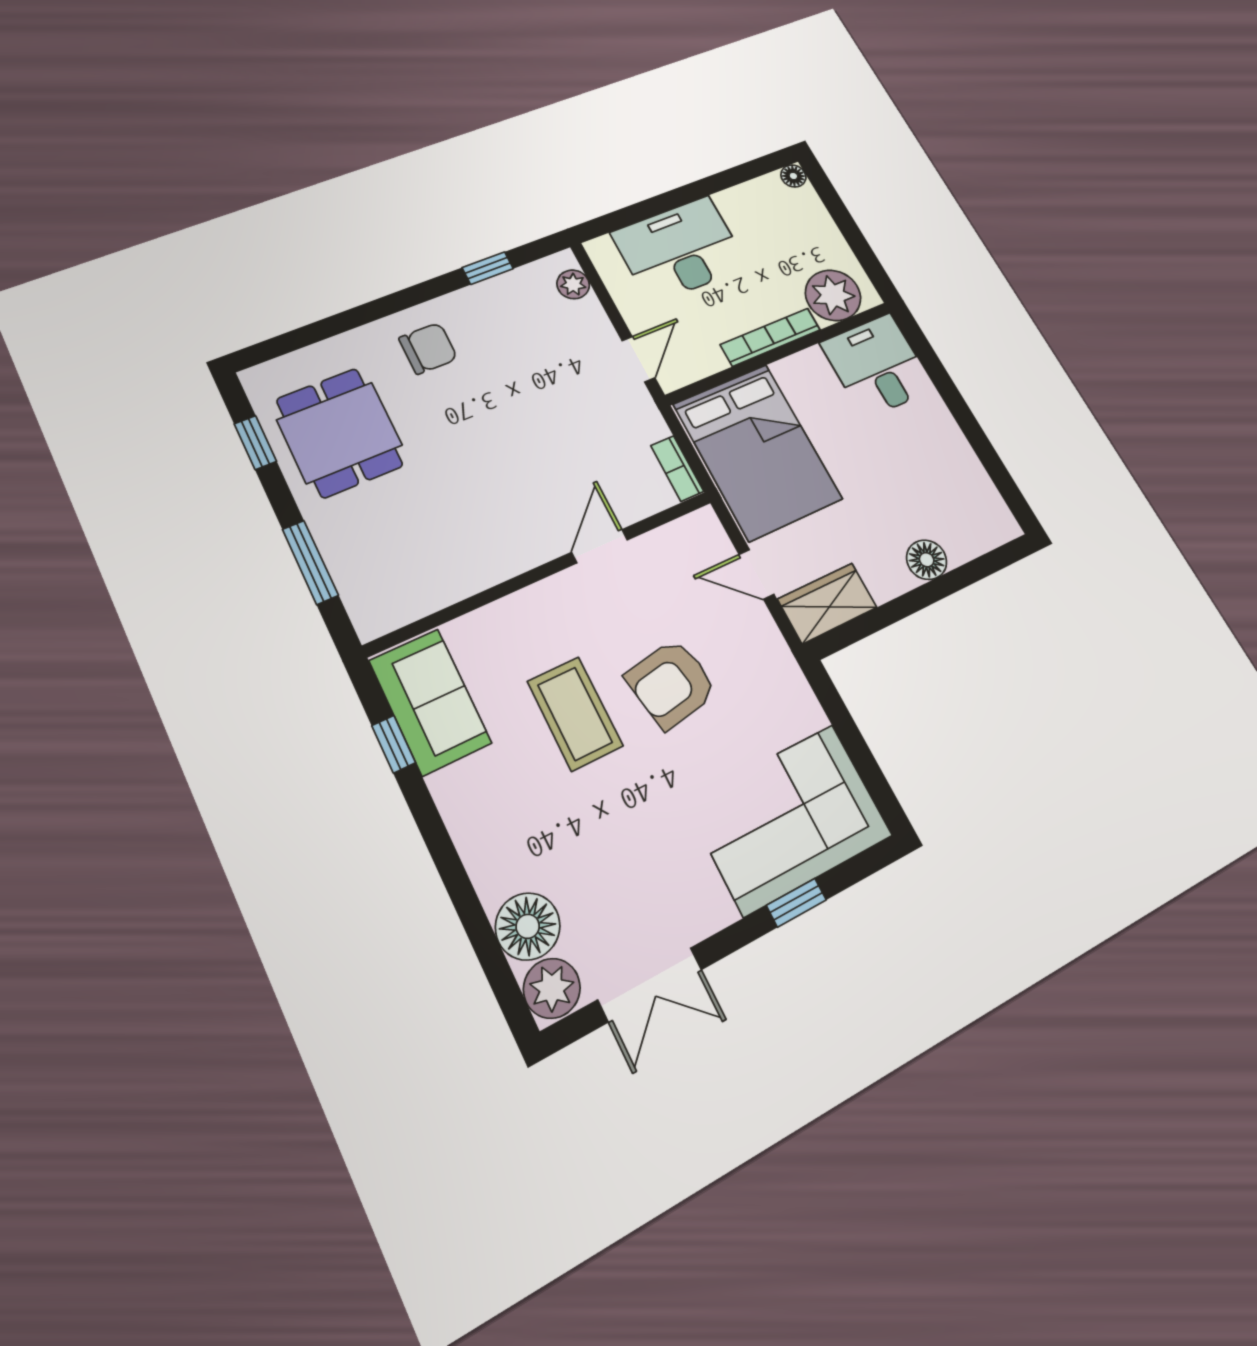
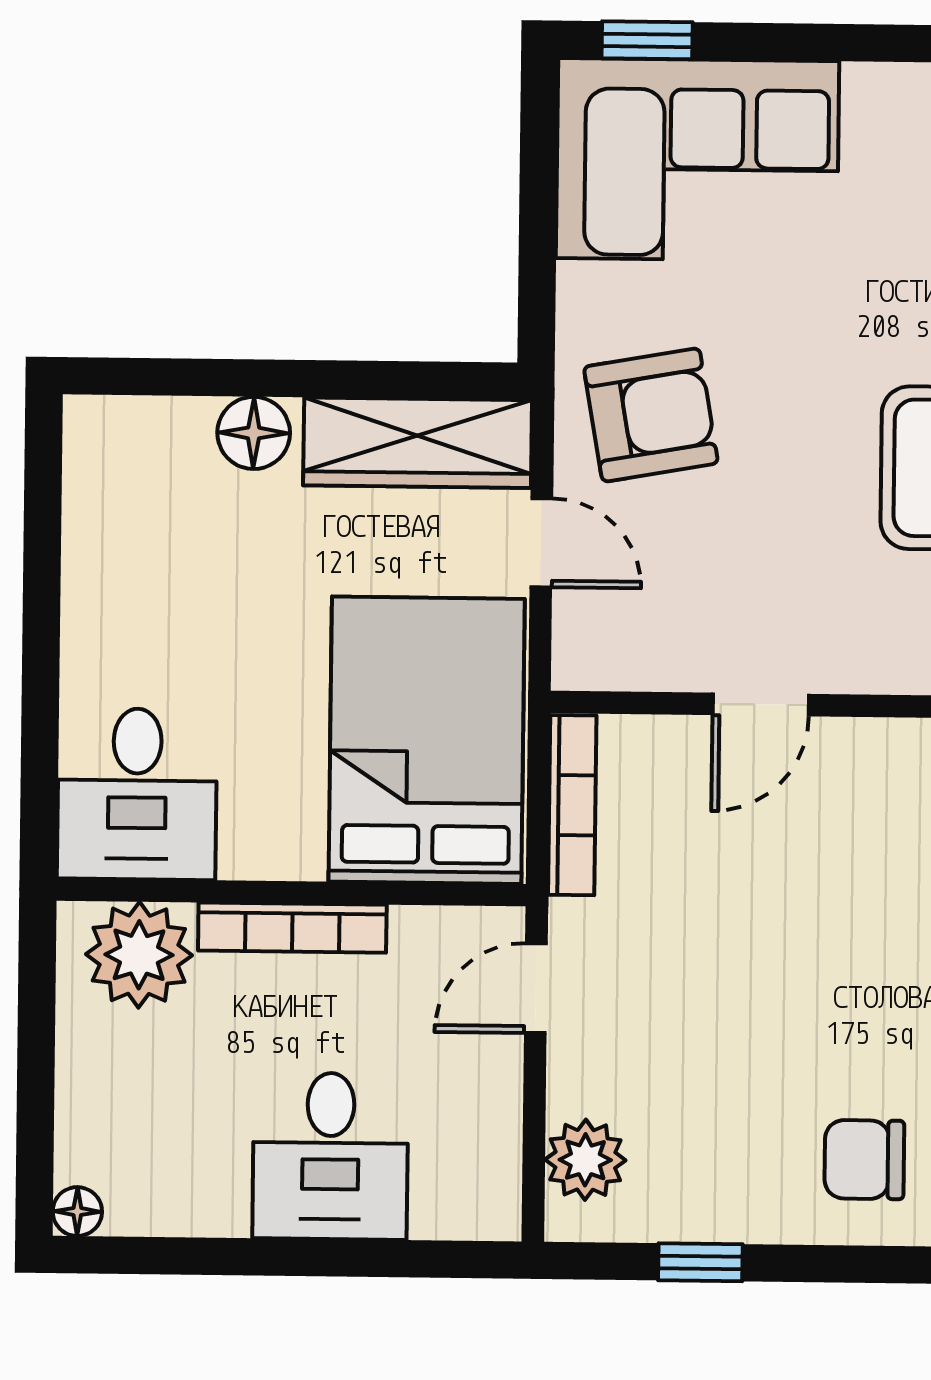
desk: (680, 250) -> (330, 1156), width x0.73
plant: (573, 284) -> (585, 1160), width x1.38, depth x1.38
bookcase: (677, 468) -> (572, 805), width x1.56
wardrobe: (827, 603) -> (418, 443), width x1.50
armchair: (671, 684) -> (651, 415), moved
window: (796, 903) -> (647, 40), moved

